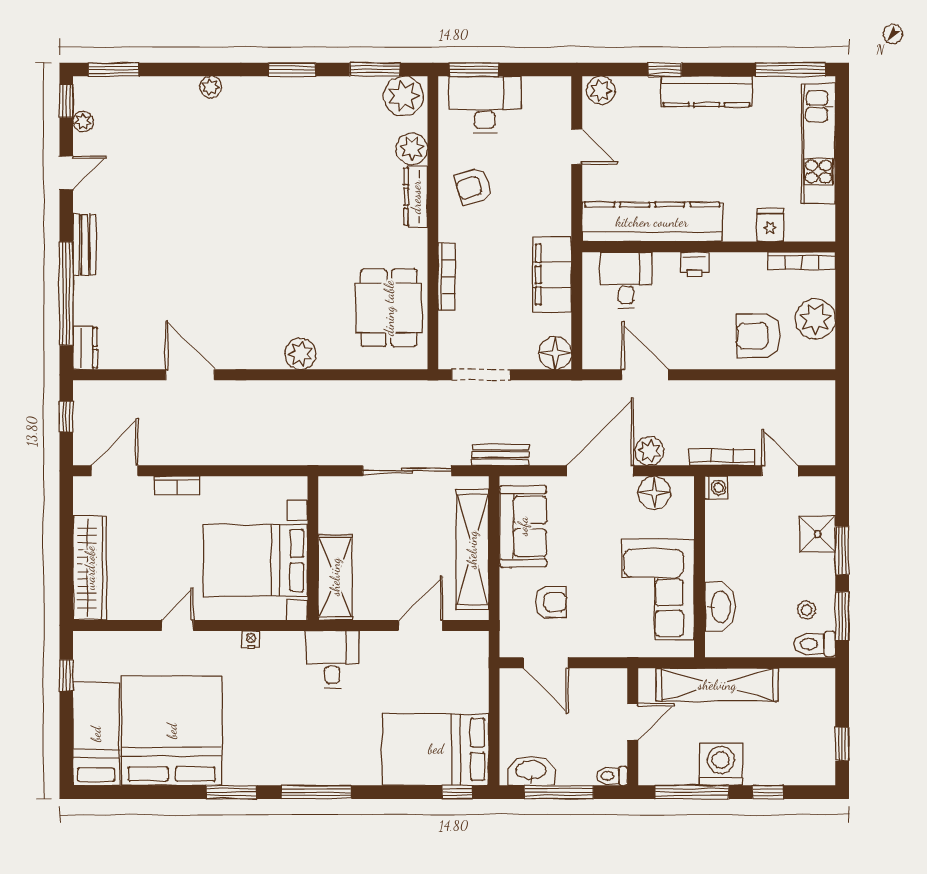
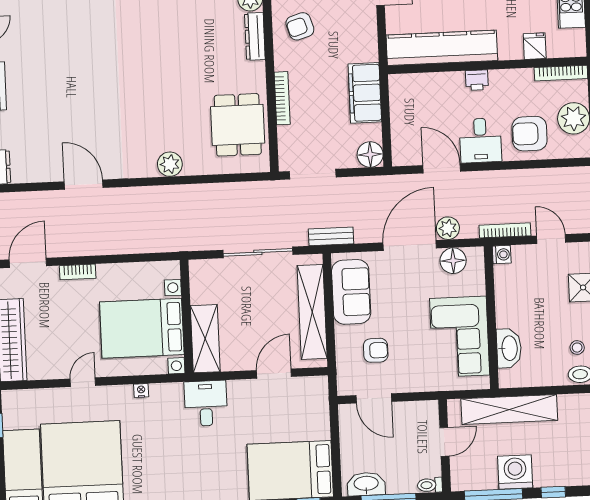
desk: (626, 280) -> (480, 140), moved, turned 180

